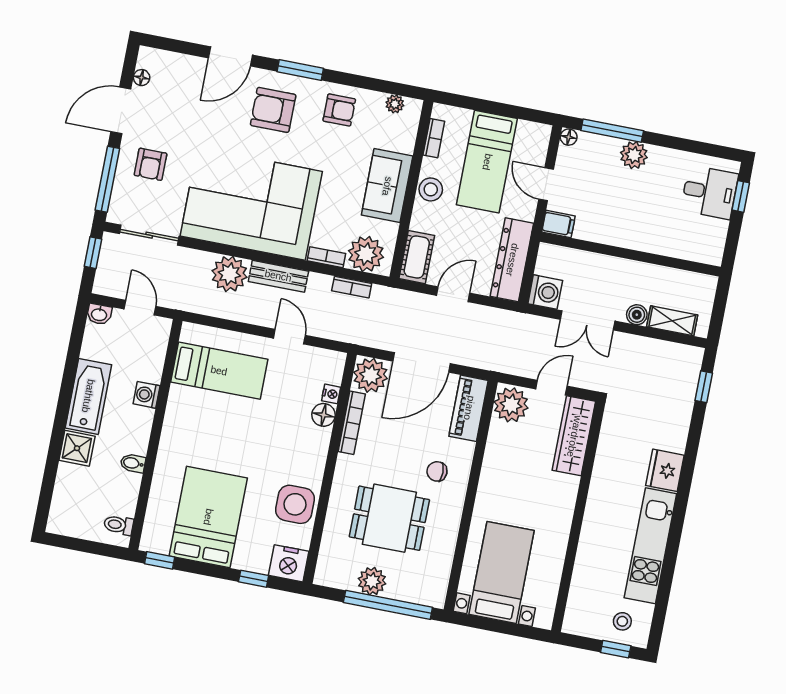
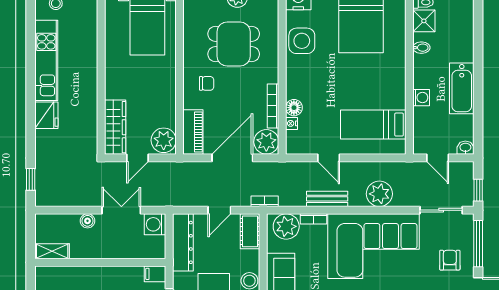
bench: (278, 276) -> (327, 199), moved
bookcase: (352, 287) -> (265, 201), moved
shelving: (672, 321) -> (52, 251), moved
shower: (77, 448) -> (424, 21), moved

